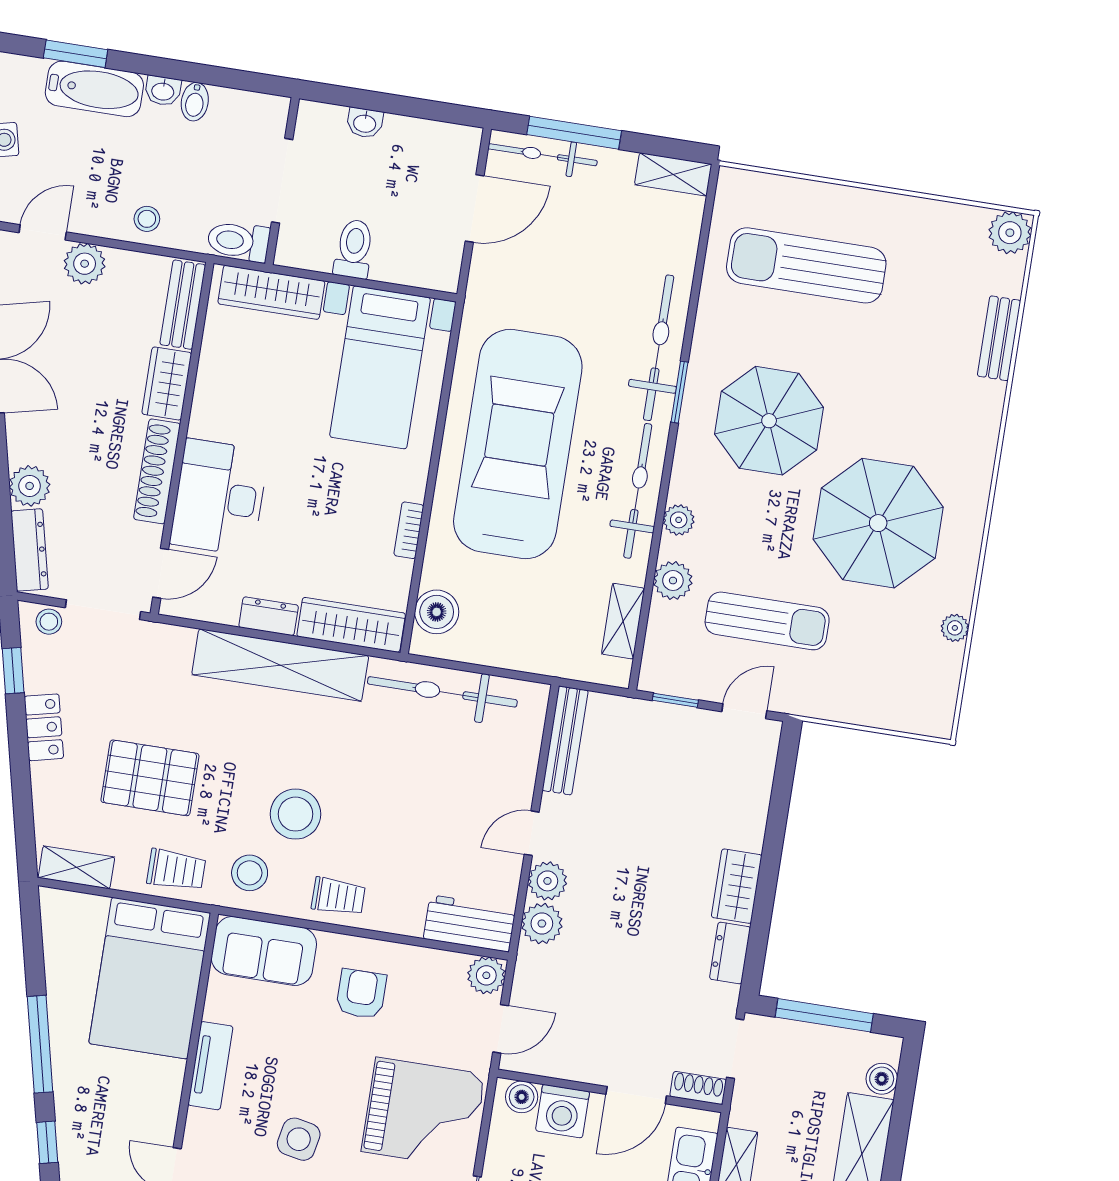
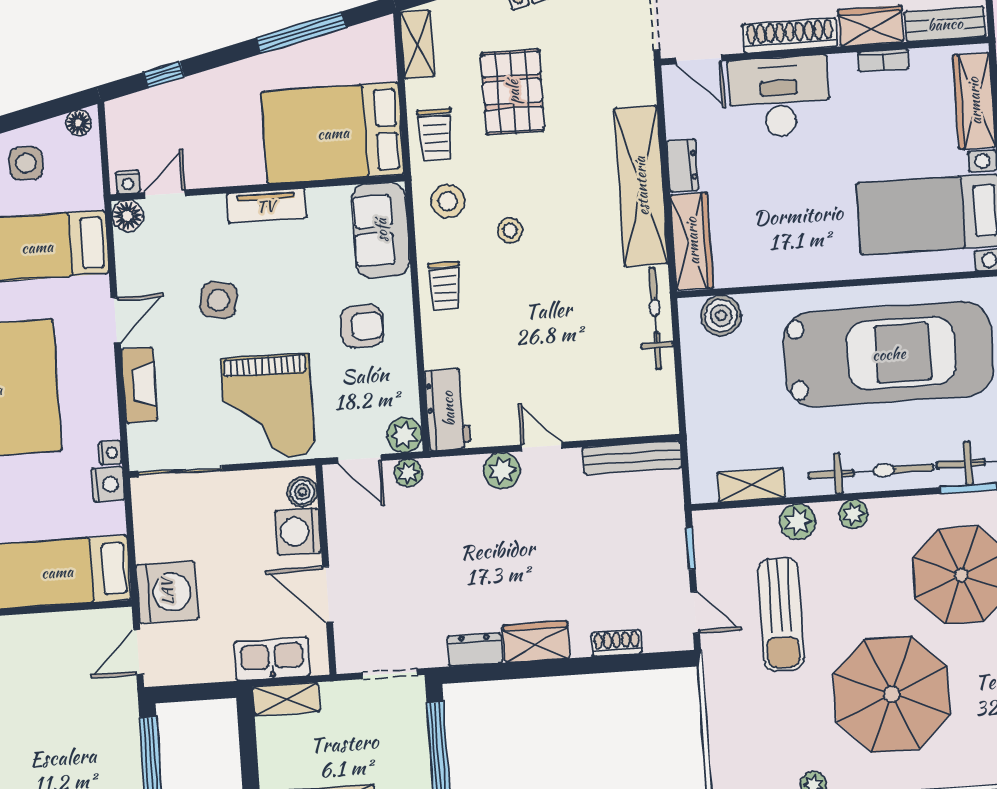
bookcase: (409, 530) -> (883, 60), moved, turned 180
bicycle: (442, 692) -> (655, 318), width x0.73, depth x0.71
stool: (296, 814) -> (510, 230), width x0.53, depth x0.53
plant: (542, 924) -> (408, 473), moved, width x0.73, depth x0.73
window: (40, 1044) -> (301, 33), moved
shoe rack: (698, 1088) -> (617, 643), moved, turned -90

